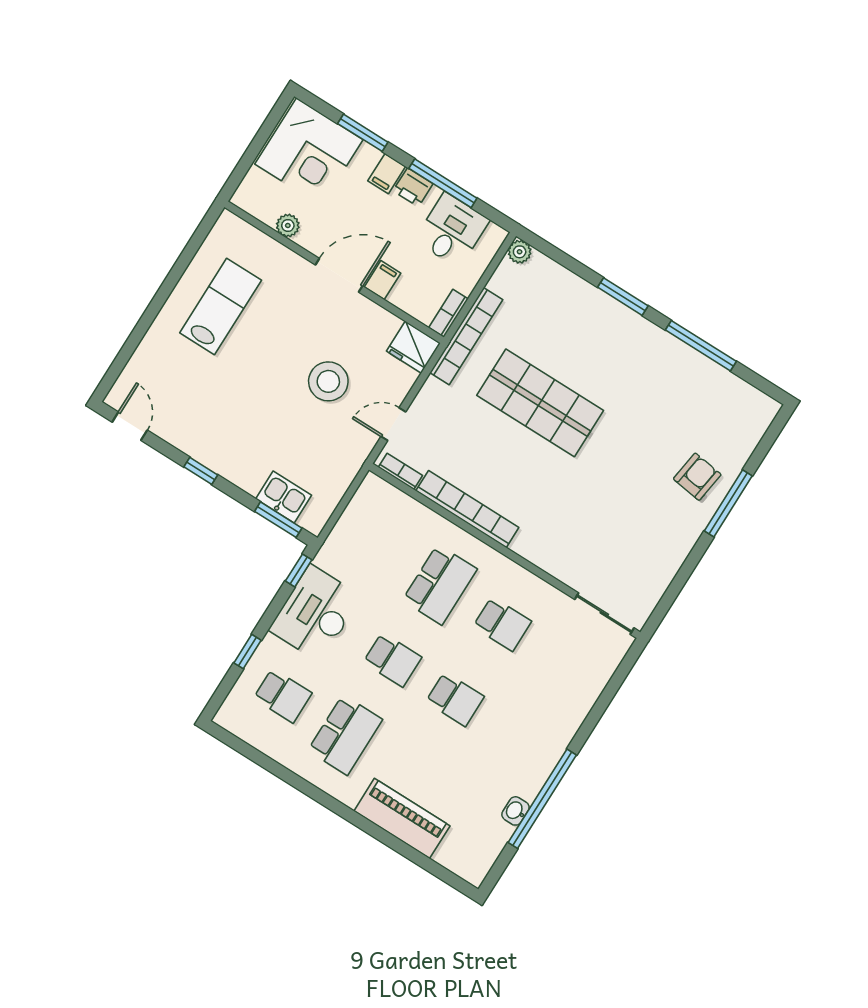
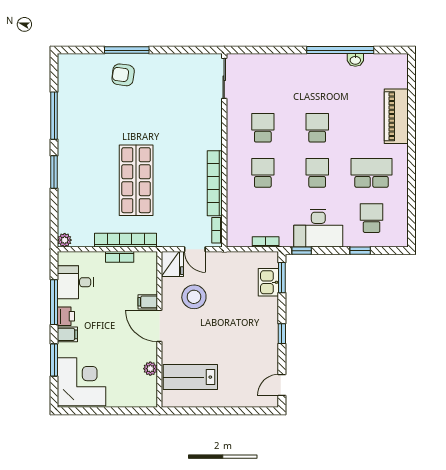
plant: (288, 225) -> (150, 369), moved
wall: (334, 272) -> (159, 329), moved
door: (339, 275) -> (159, 326), moved
filing cabinet: (382, 280) -> (148, 302), moved
fridge: (413, 347) -> (172, 264), moved
bookcase: (342, 528) -> (266, 242), added
school desk: (440, 585) -> (263, 173), width x0.54

